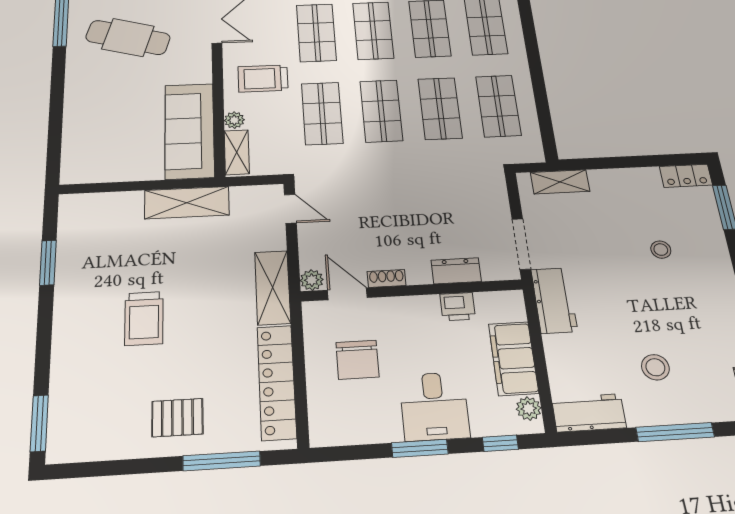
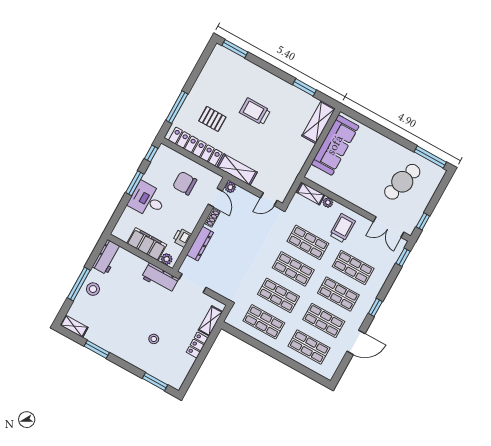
sofa: (189, 131) -> (335, 145), moved, turned 90
locker: (686, 176) -> (197, 345), moved
shelving: (187, 203) -> (319, 122), moved
dresser: (456, 271) -> (200, 244), width x1.44
door: (347, 294) -> (215, 198), hinge flipped
stool: (655, 367) -> (93, 289), moved
plant: (529, 409) -> (167, 259), moved
pallet: (177, 418) -> (212, 119), moved, turned 90
window: (500, 443) -> (151, 154), moved

